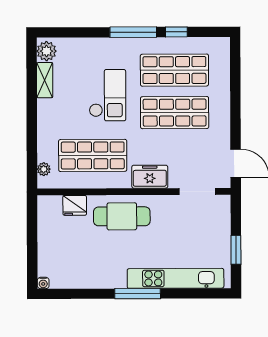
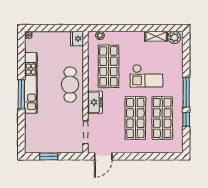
fridge: (75, 205) -> (77, 39), moved
kitchen unit: (176, 278) -> (31, 83), moved

